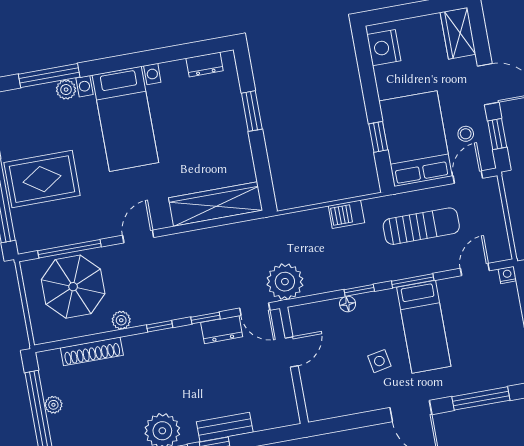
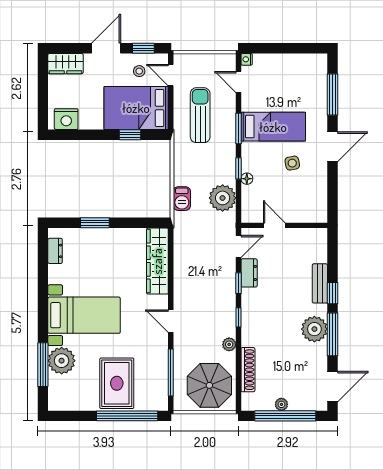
plant: (66, 90) -> (62, 361), width x1.87, depth x1.87
barbecue: (346, 214) -> (182, 199), moved
plant: (285, 282) -> (223, 198), moved
parasol: (73, 287) -> (209, 385), moved

